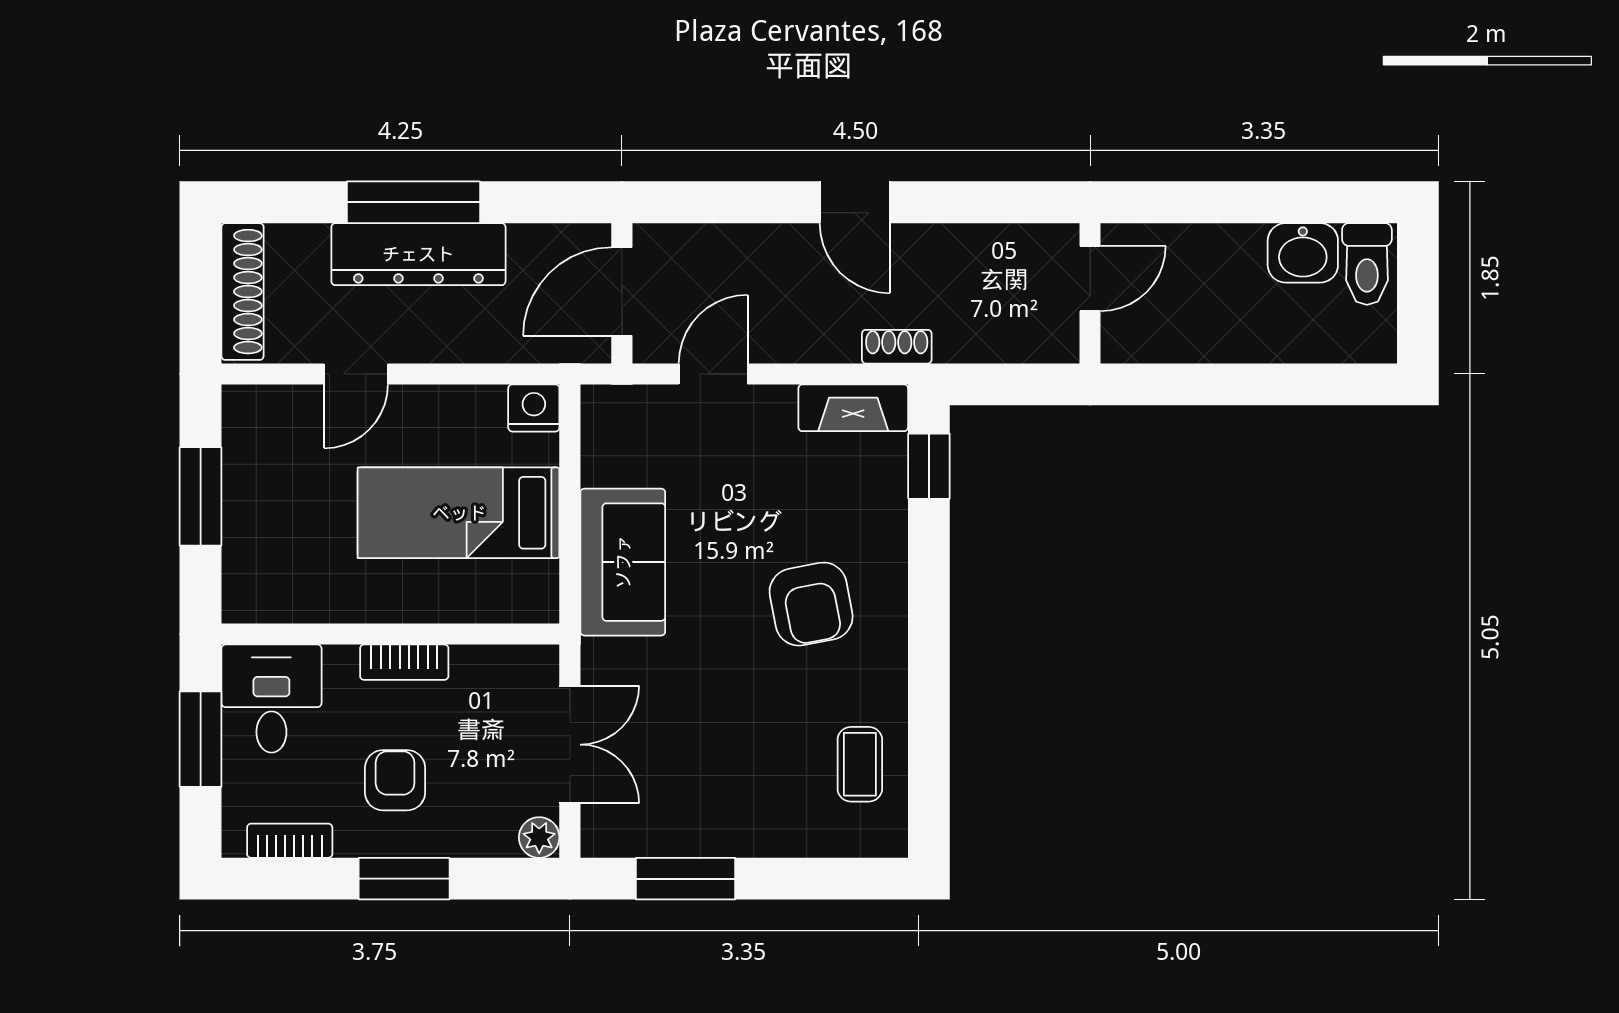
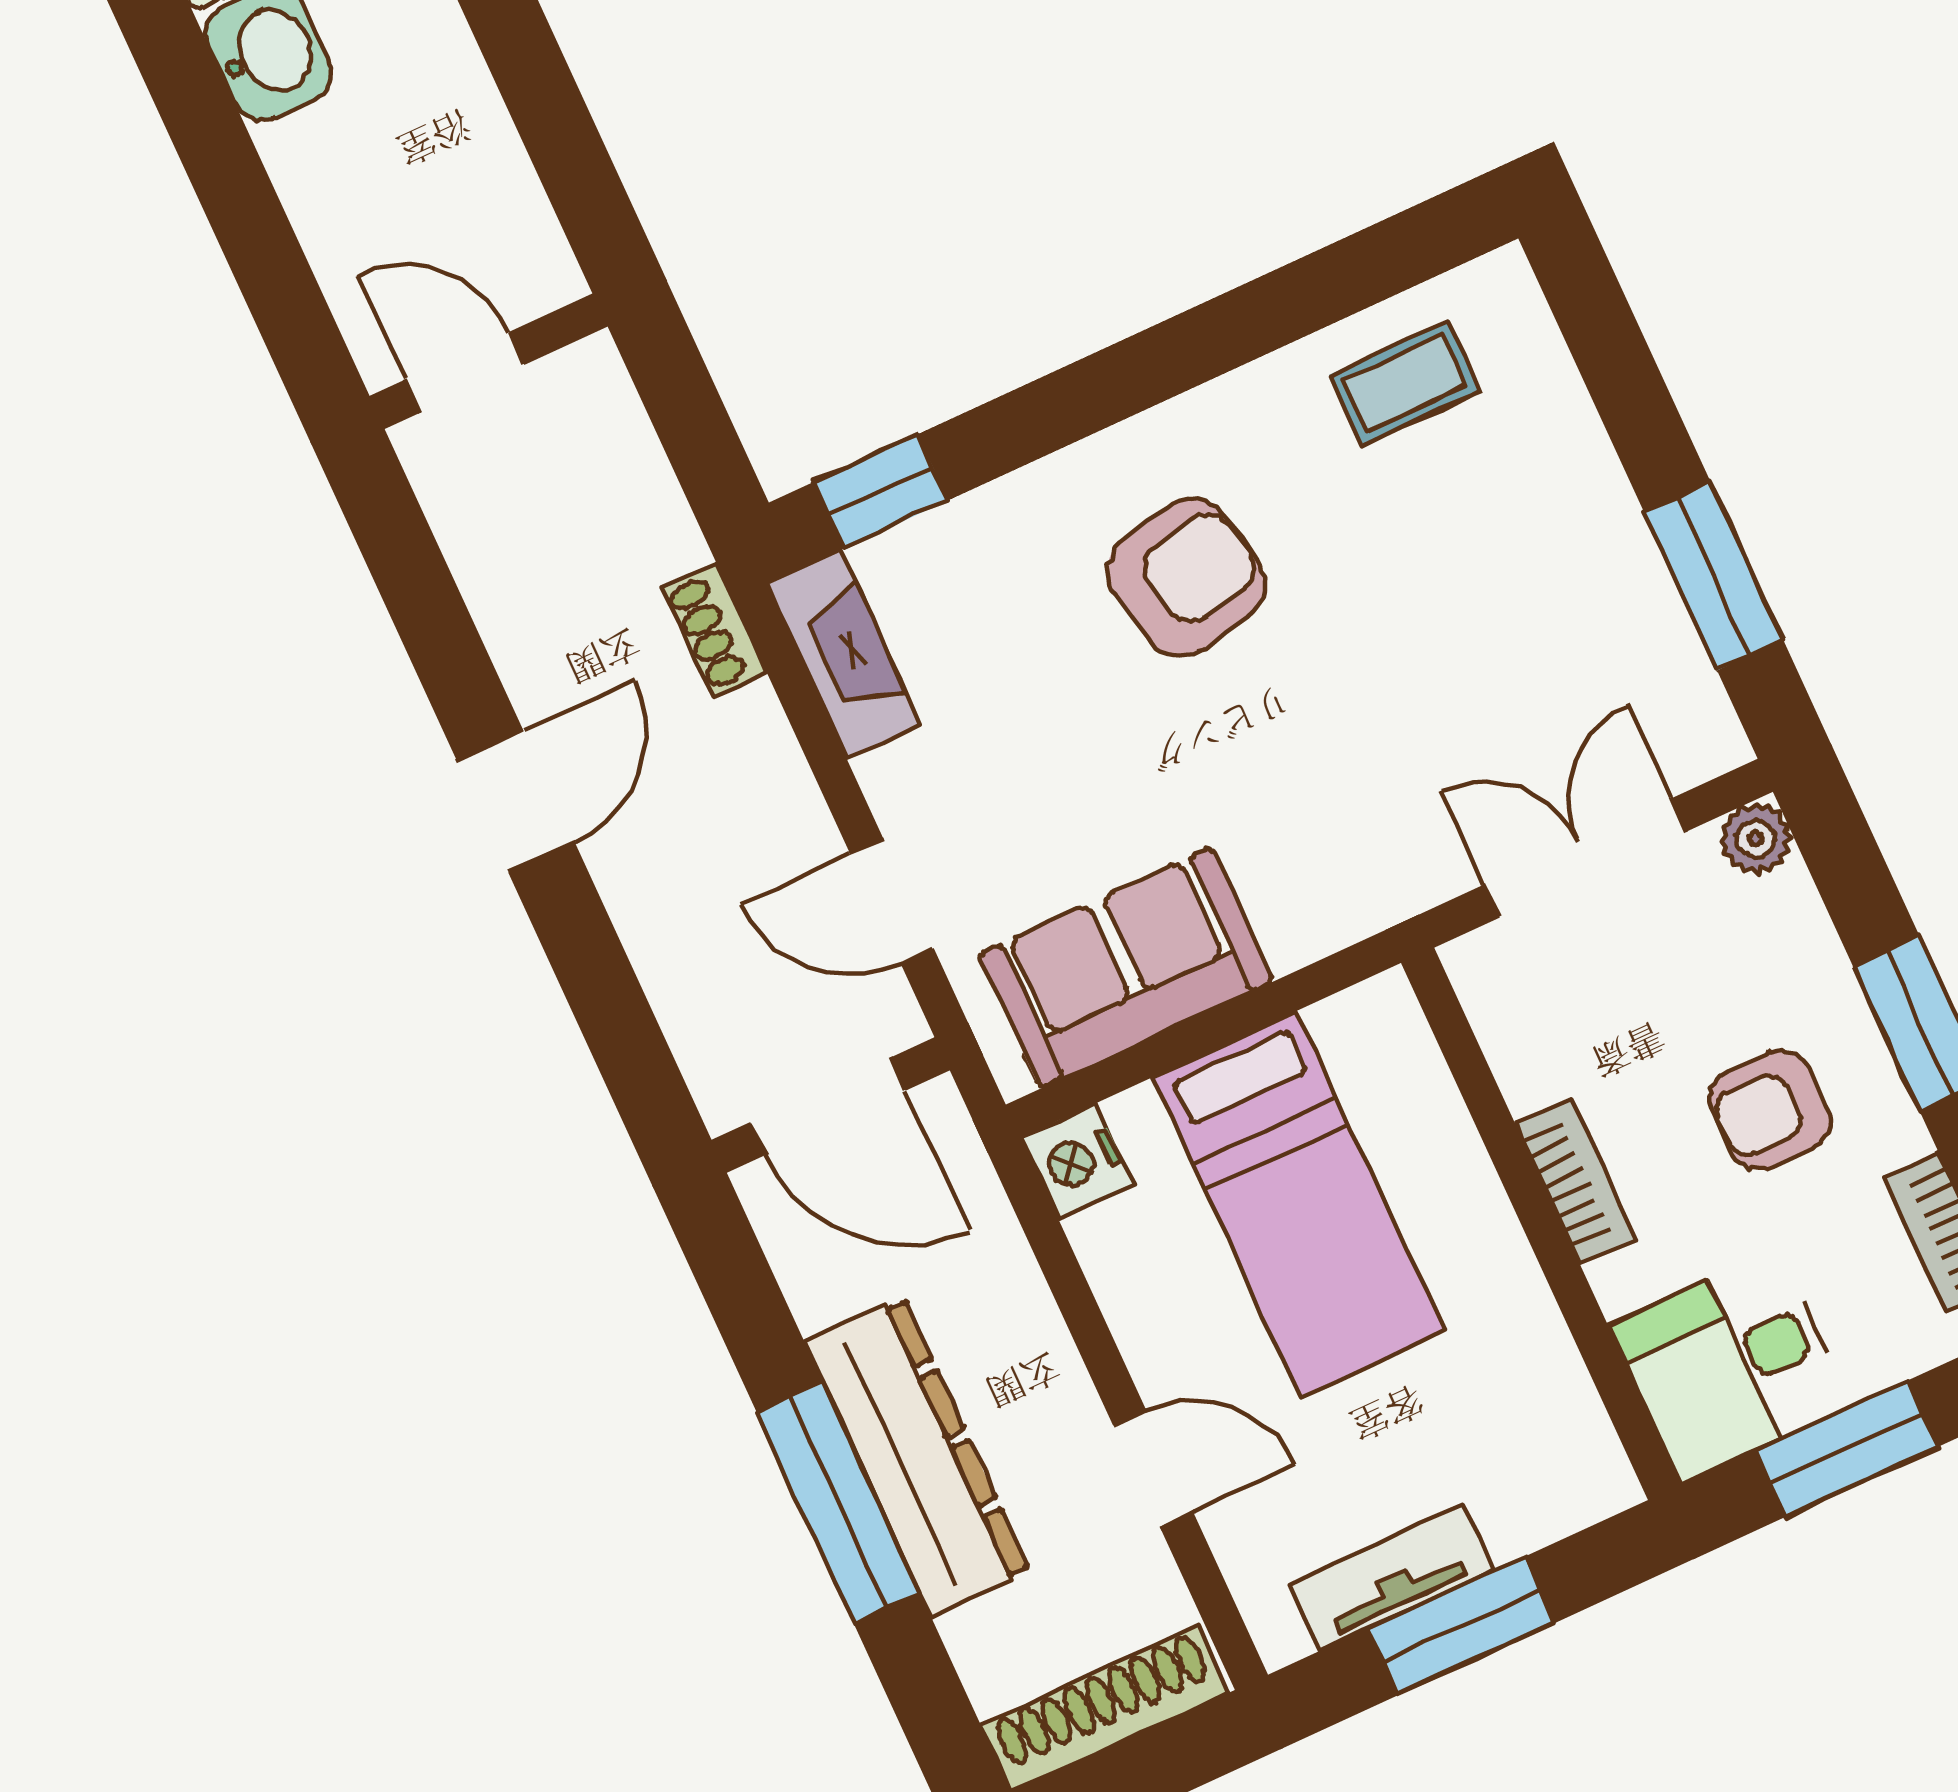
tv unit: (242, 472) -> (1391, 1578), added
sofa: (623, 562) -> (1126, 968), moved

